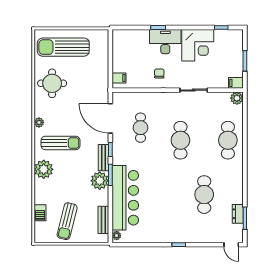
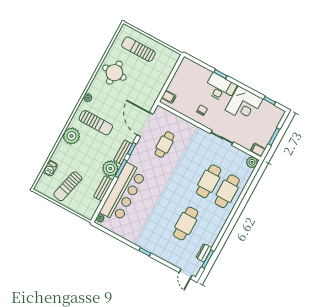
sun lounger: (63, 47) -> (138, 49), width x0.73, depth x0.75
cafe table: (180, 140) -> (209, 181), moved
bench: (103, 220) -> (103, 188), moved

